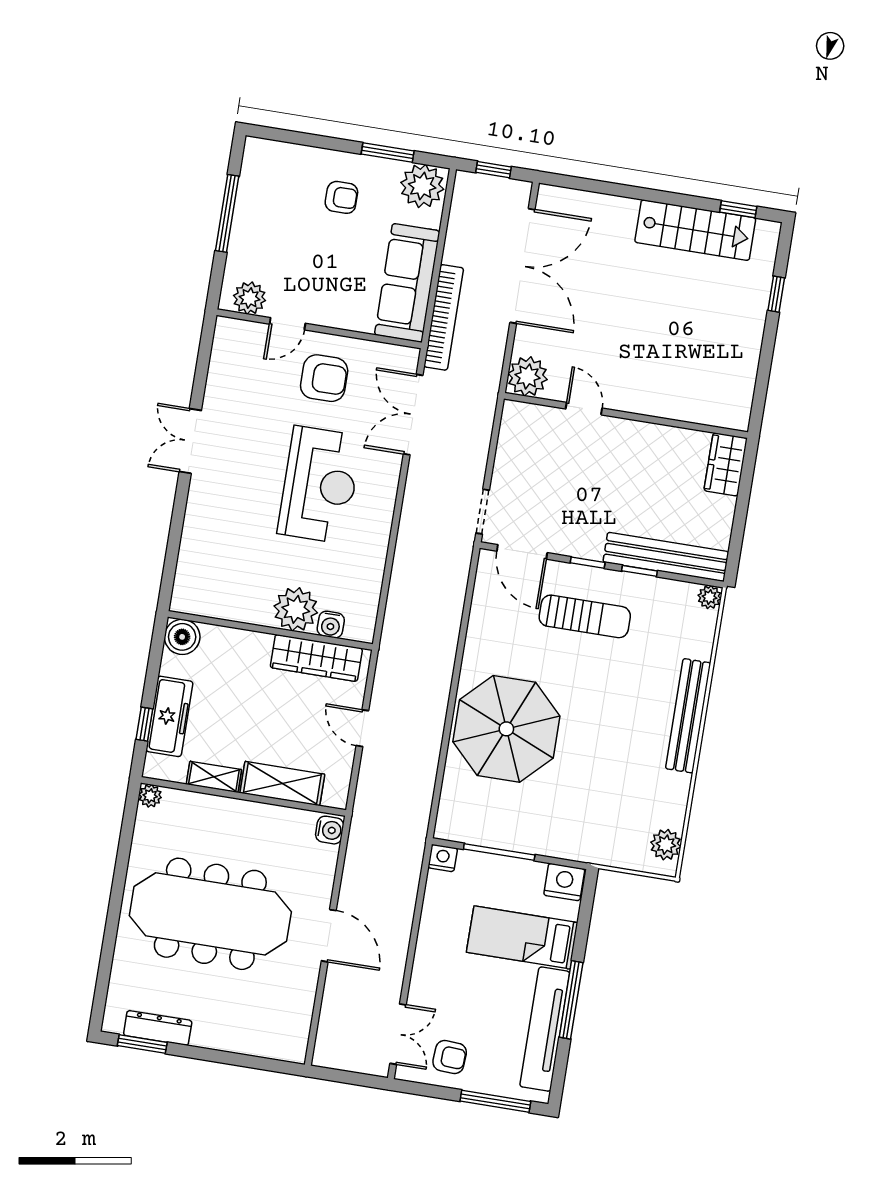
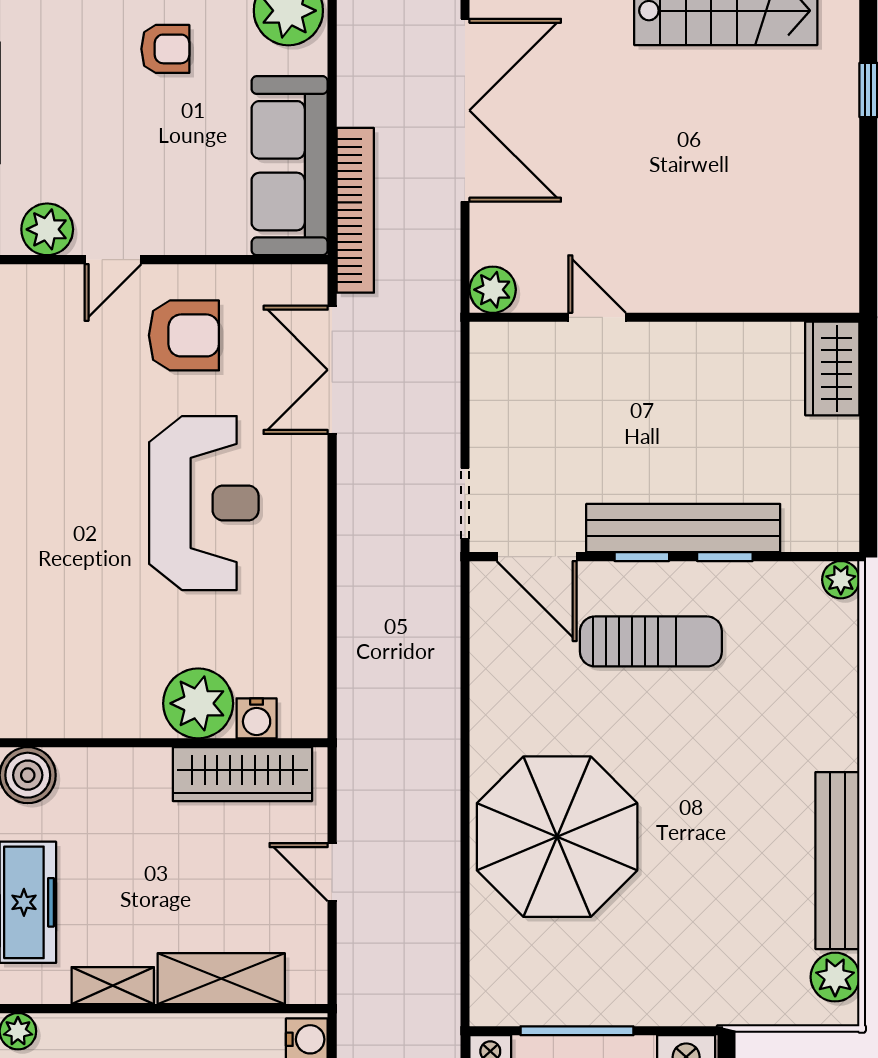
plant: (528, 376) -> (493, 290), width x0.73, depth x0.73
bench: (666, 557) -> (683, 528), moved
bench: (688, 716) -> (837, 861), moved

